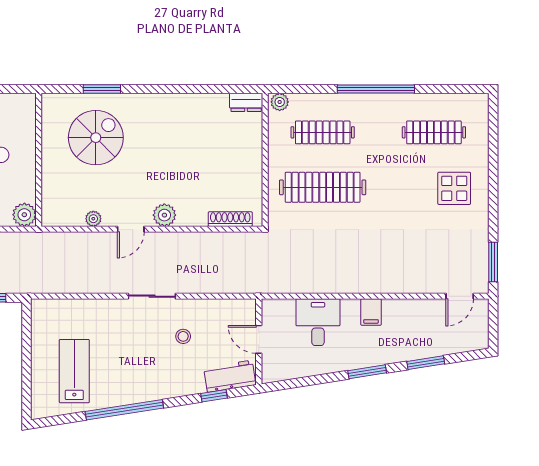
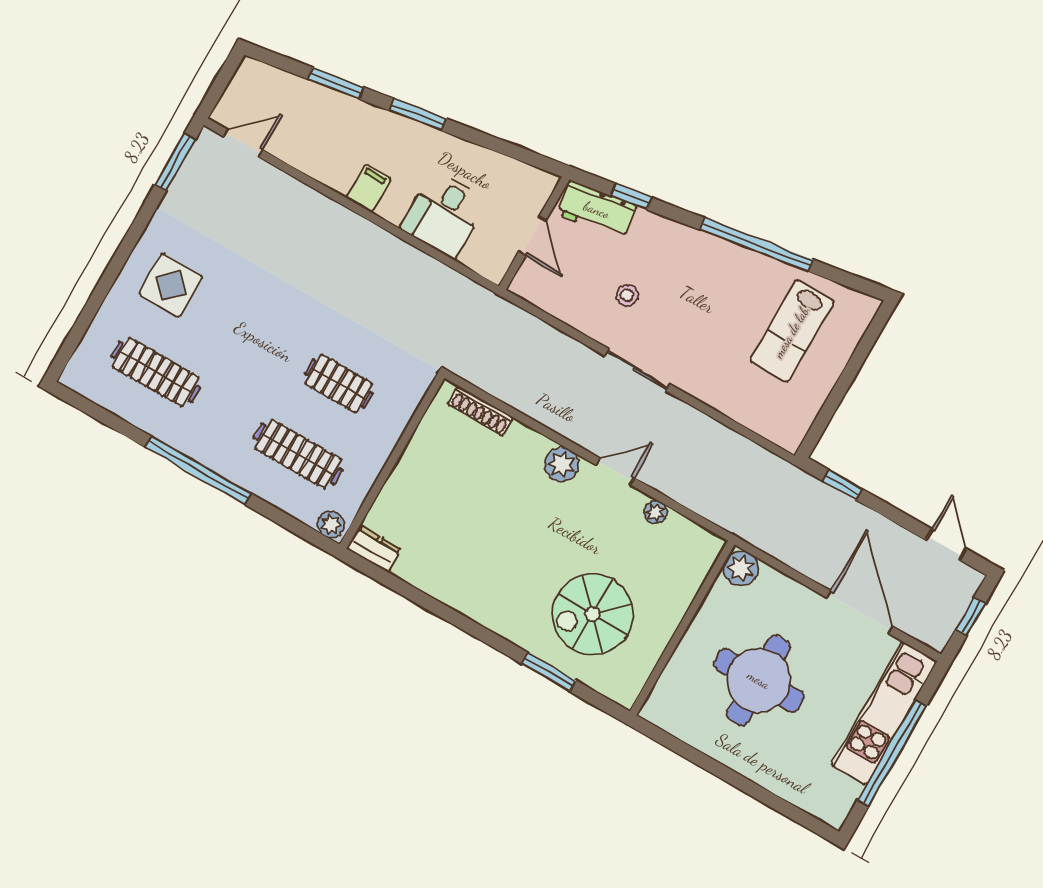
clothes rail: (323, 187) -> (339, 384), width x0.54, depth x0.76

